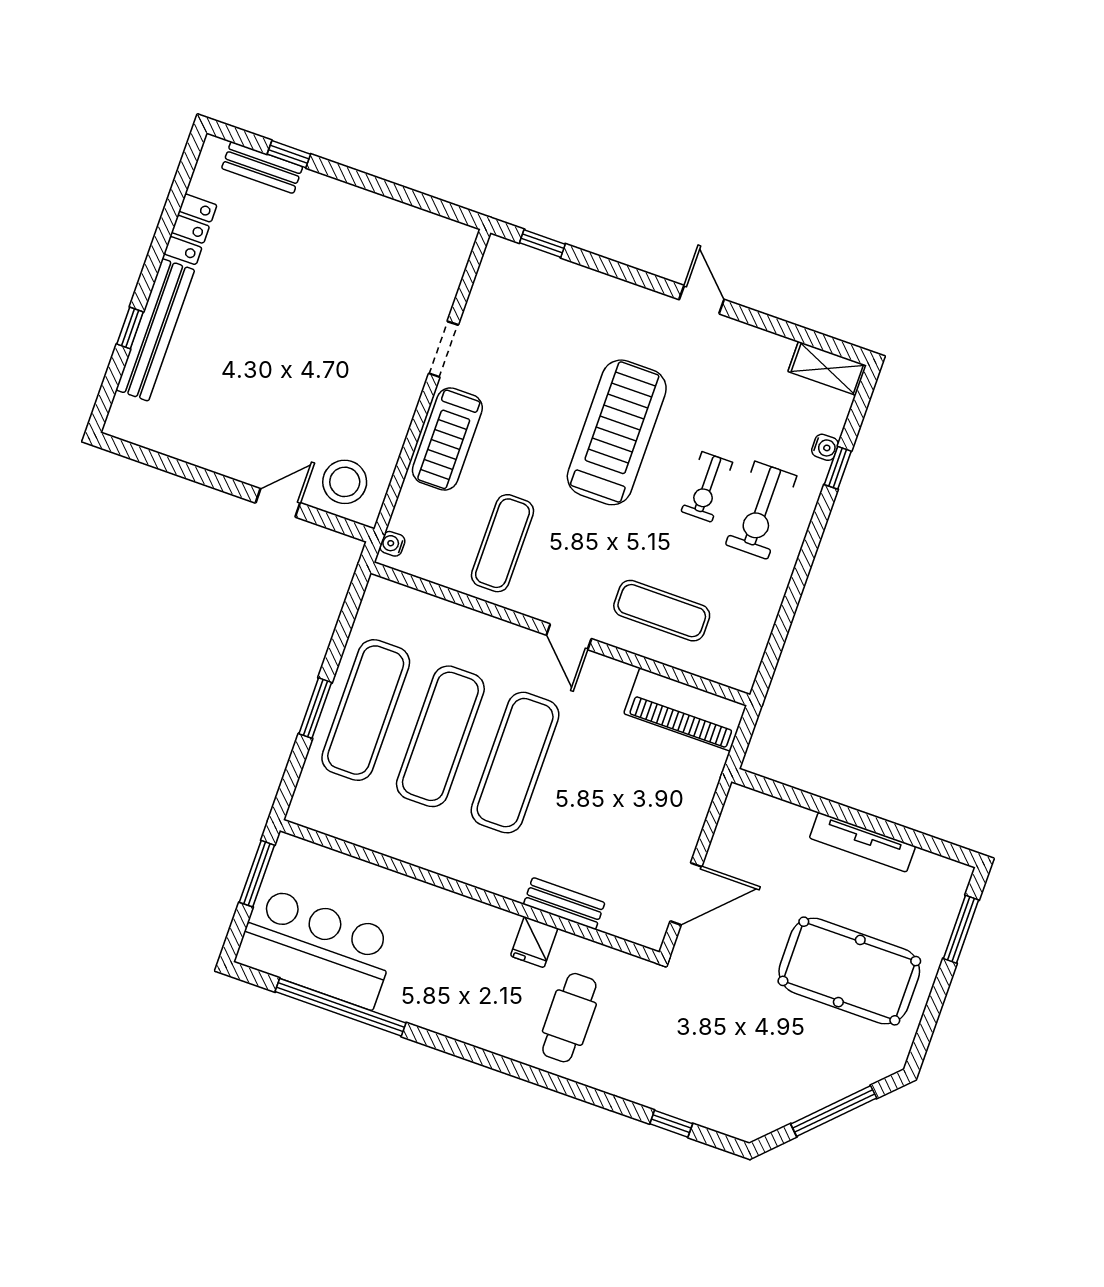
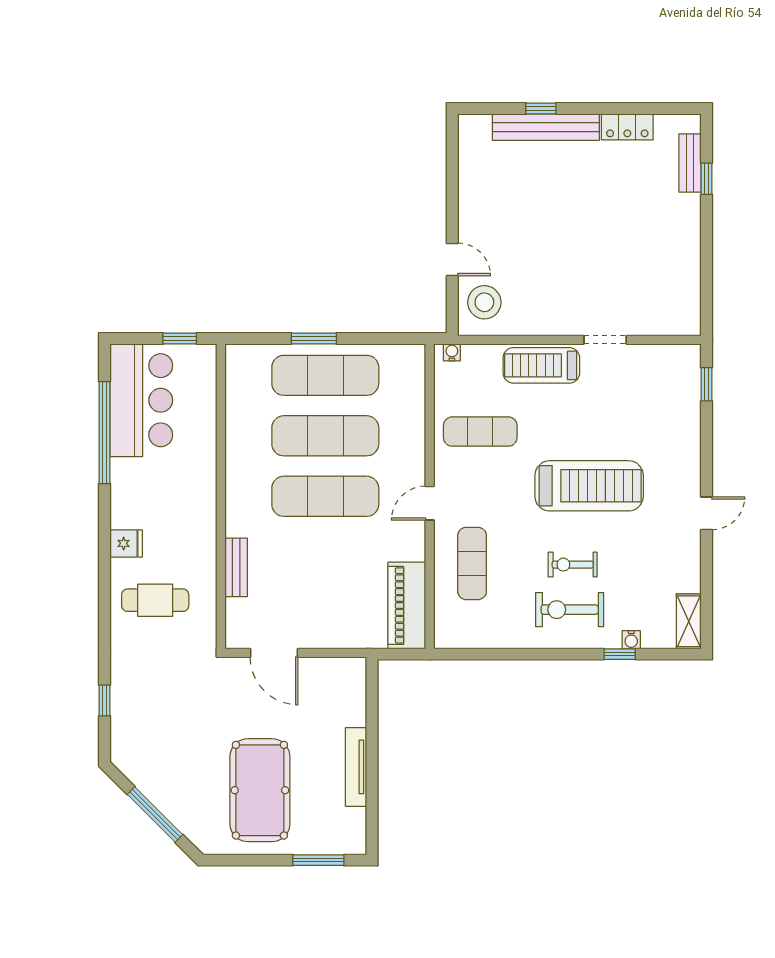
window: (257, 874) -> (180, 338), width x0.67
fridge: (534, 942) -> (126, 543), moved, turned 180

